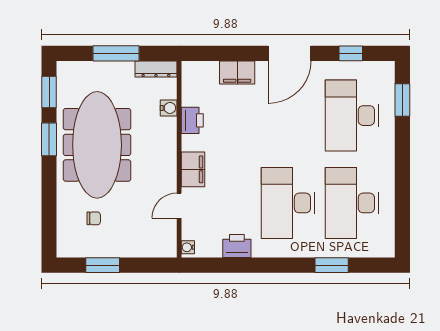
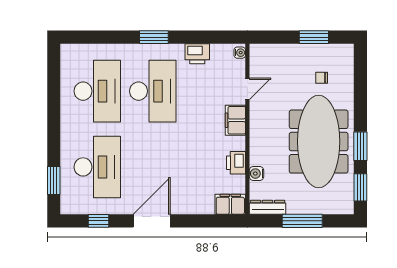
filing cabinet: (237, 73) -> (230, 204), moved
window: (332, 265) -> (154, 37), moved

